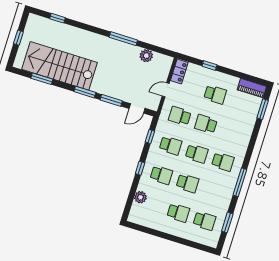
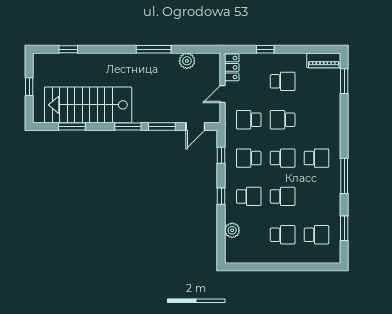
school desk: (171, 145) -> (249, 158), turned 180

